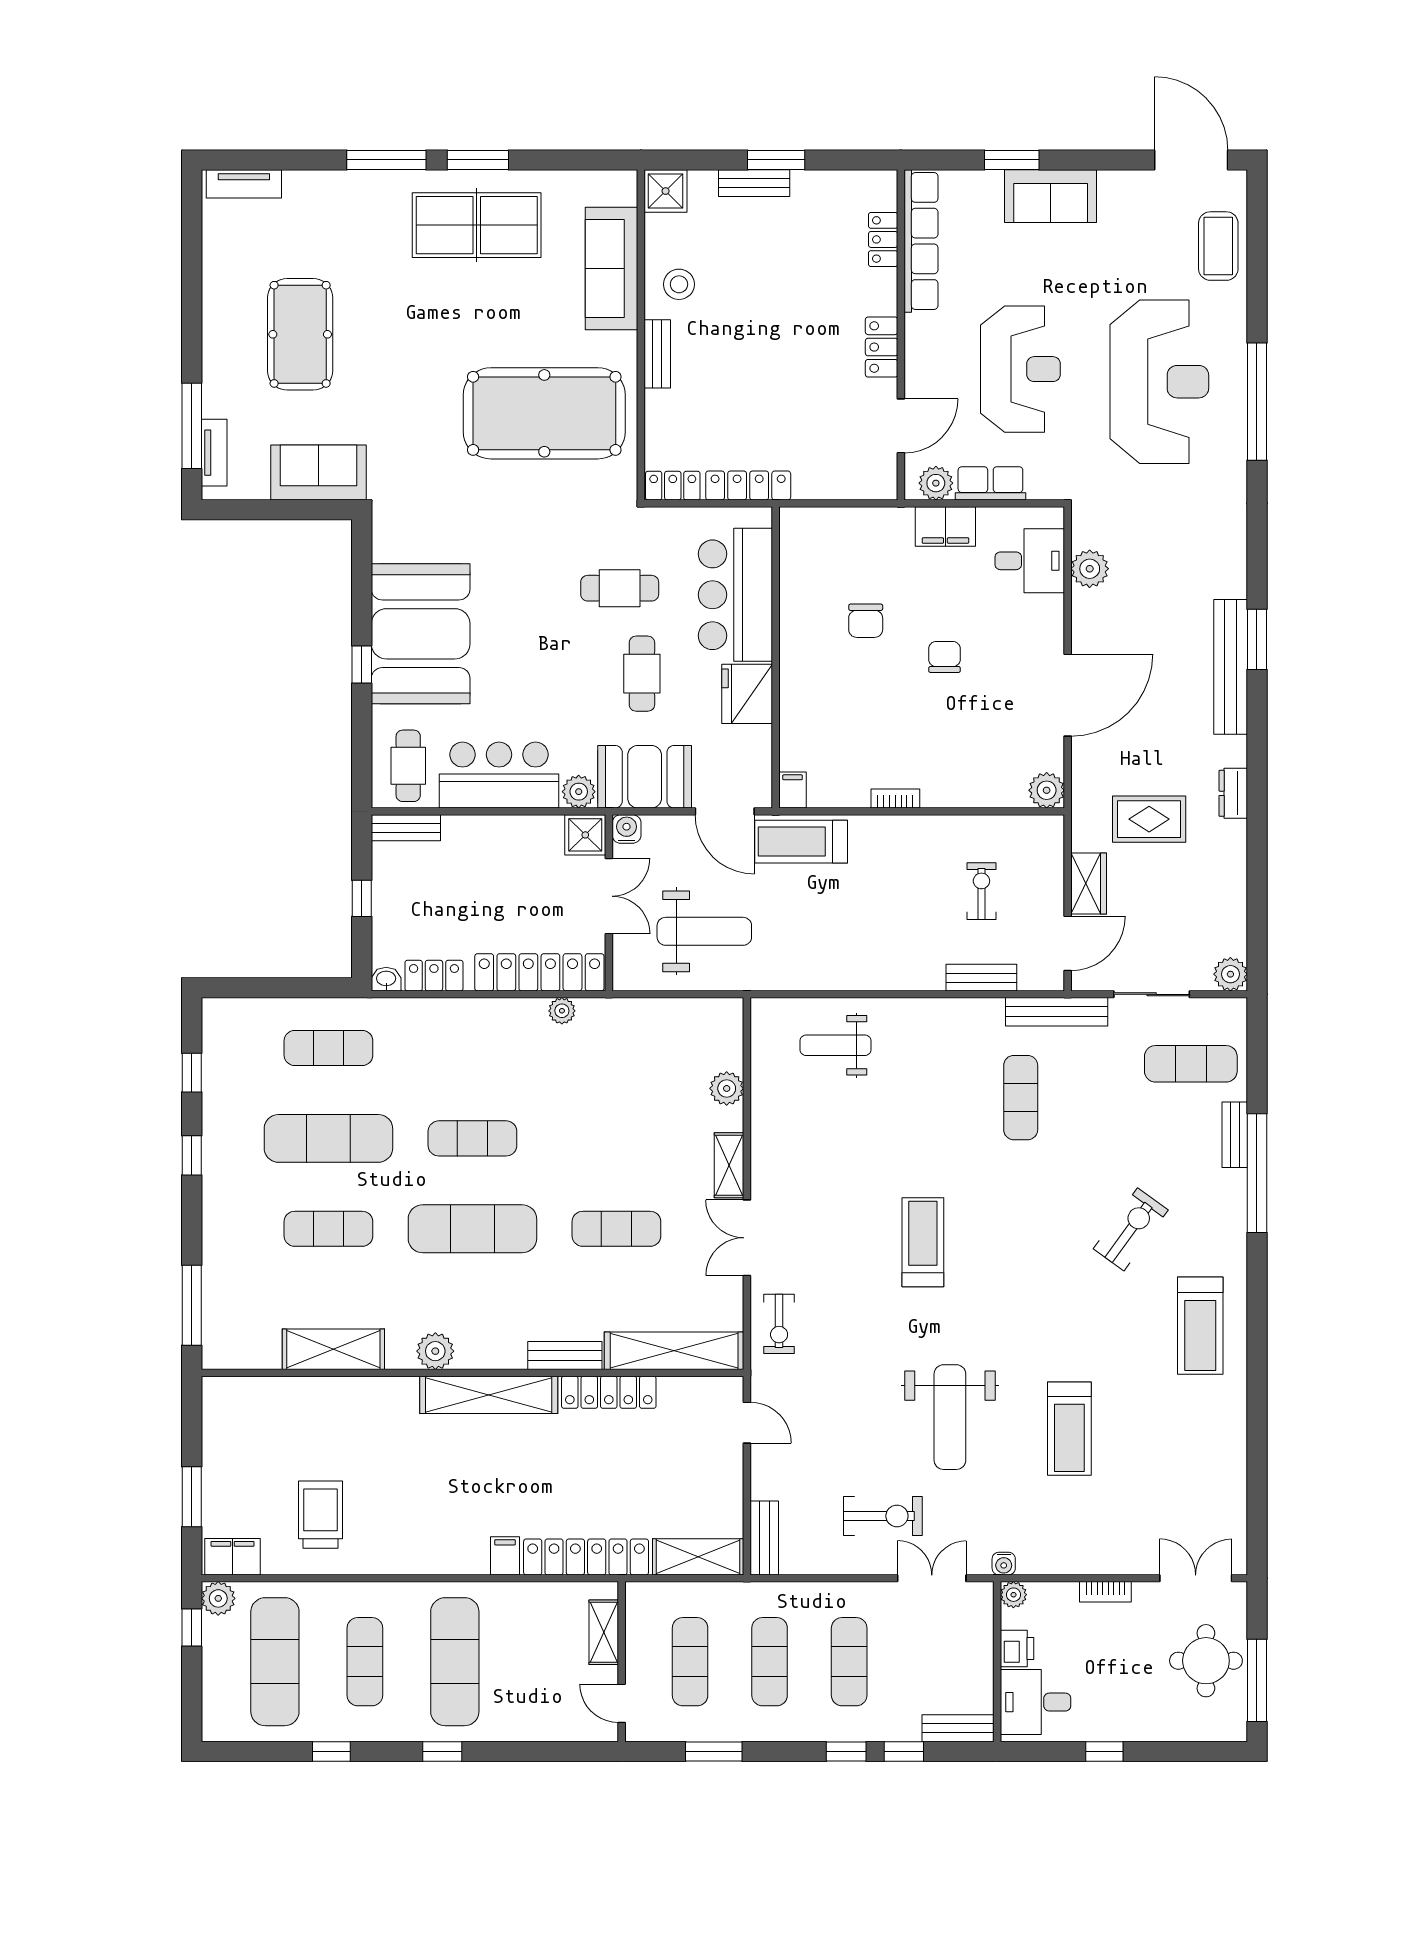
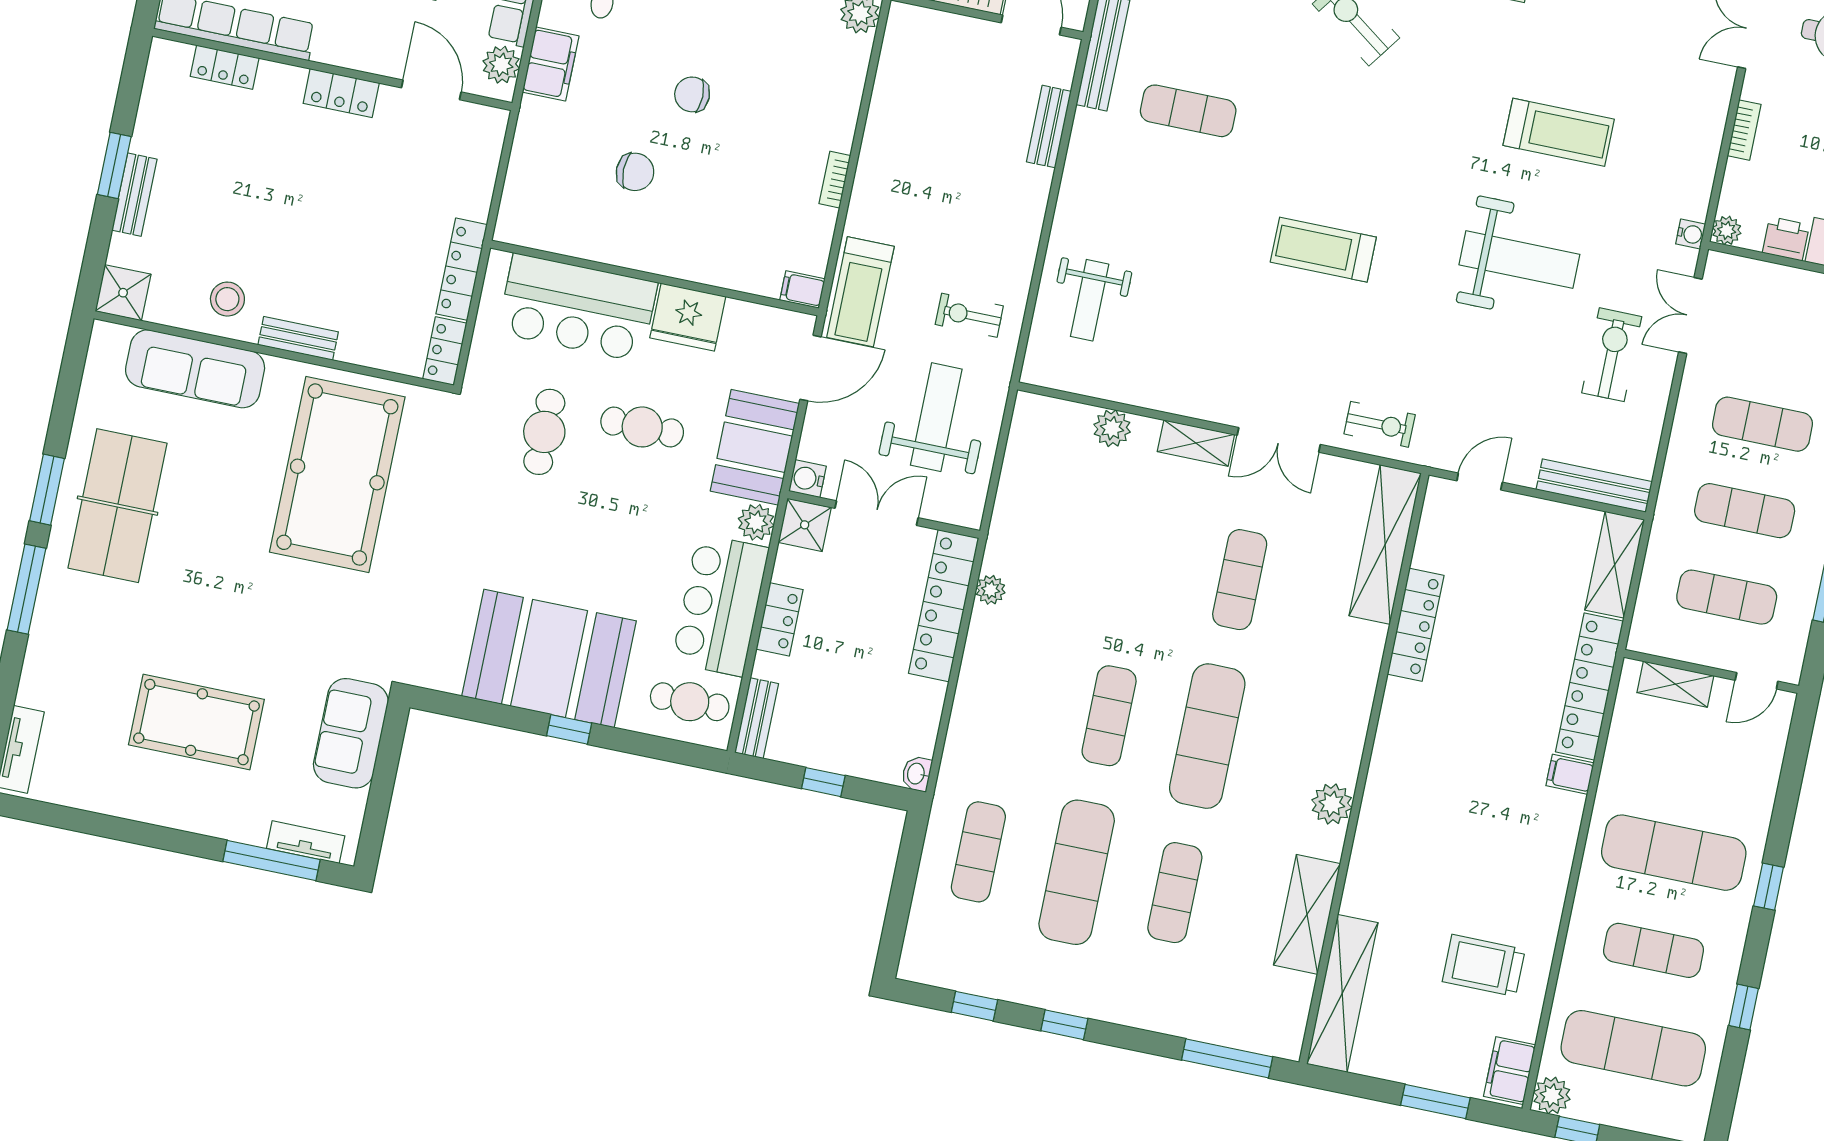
exercise bike: (981, 891) -> (969, 315), moved
locker: (434, 976) -> (780, 619), moved, turned 180
bench: (565, 1356) -> (1366, 664), removed
shelving: (489, 1395) -> (1342, 993), moved
bench: (764, 1538) -> (1594, 486), width x1.36

